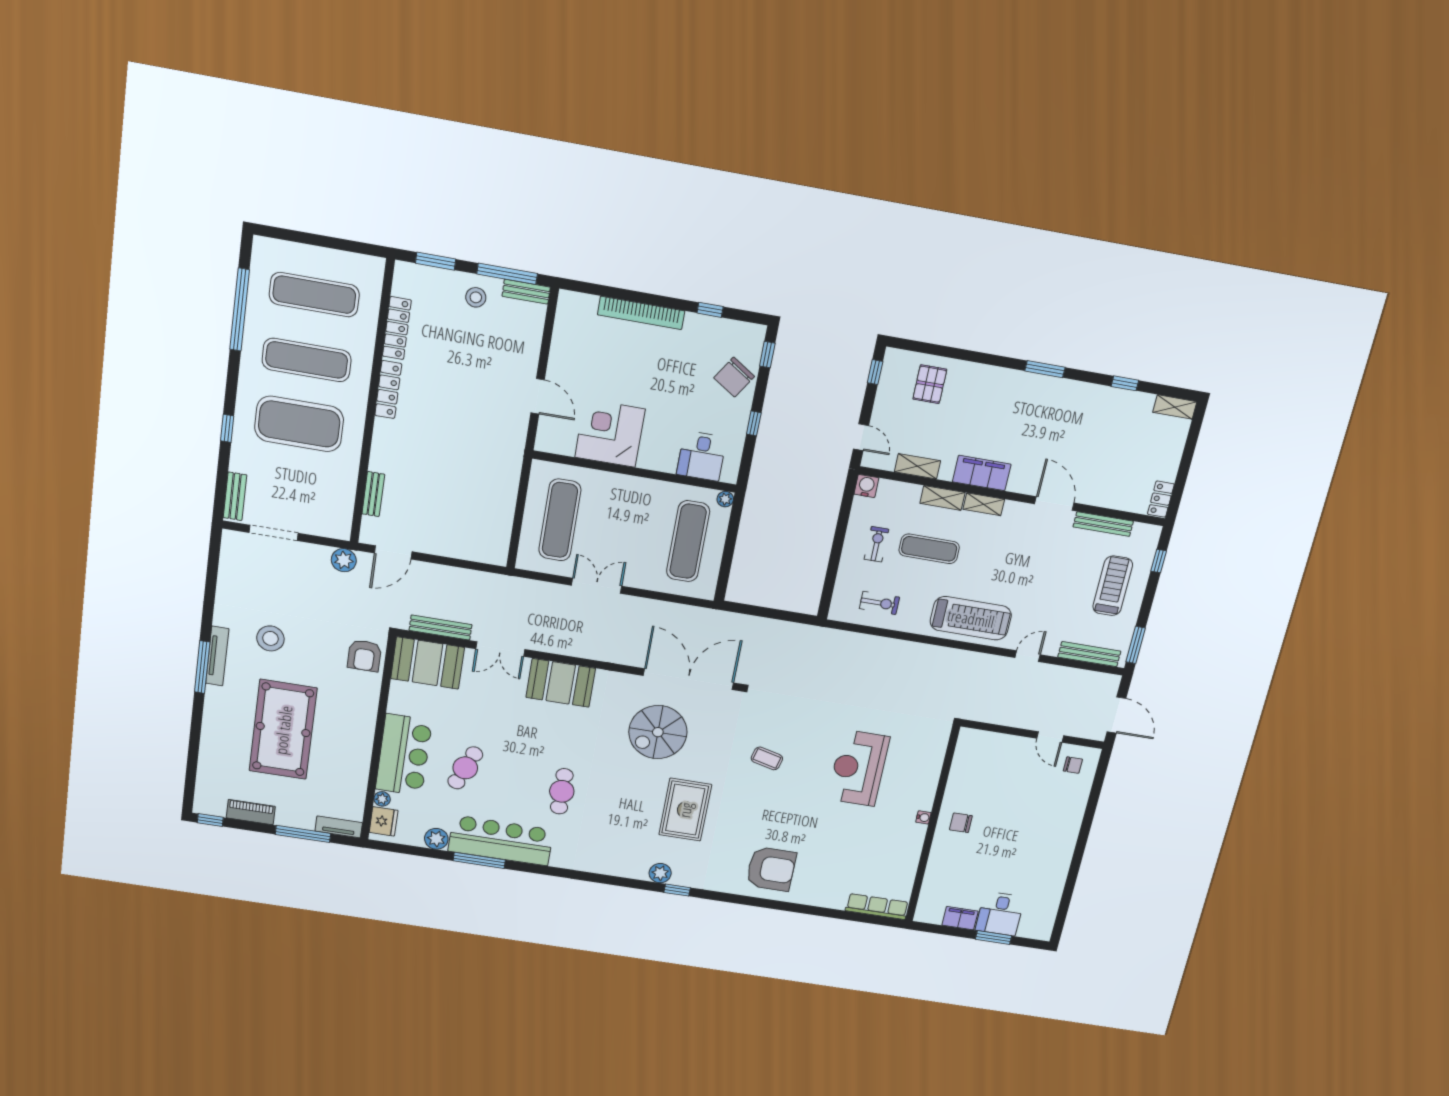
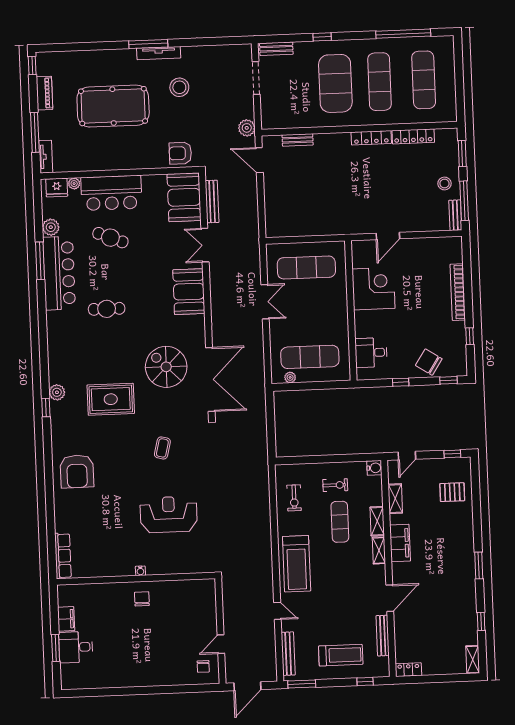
plant: (725, 499) -> (290, 377), moved

